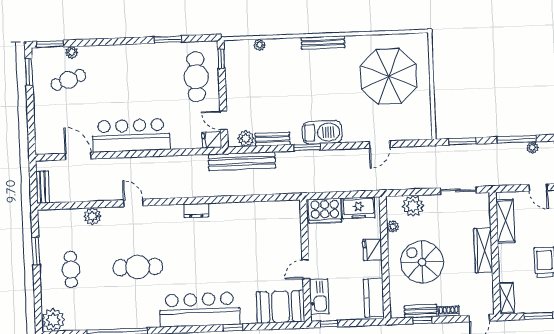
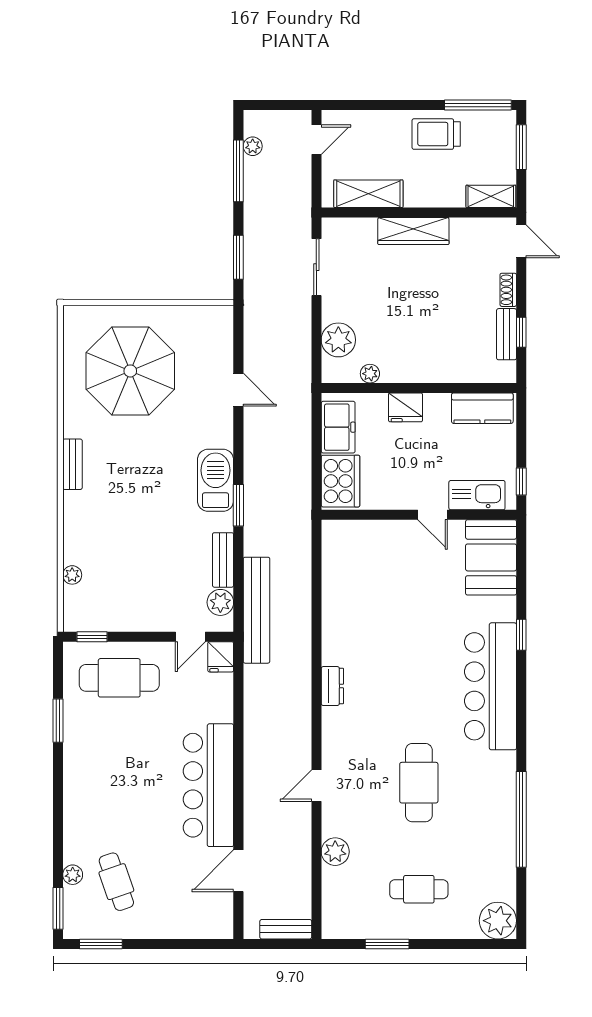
bench: (323, 43) -> (72, 464), width x0.73
spiral stairs: (422, 262) -> (428, 329), removed

